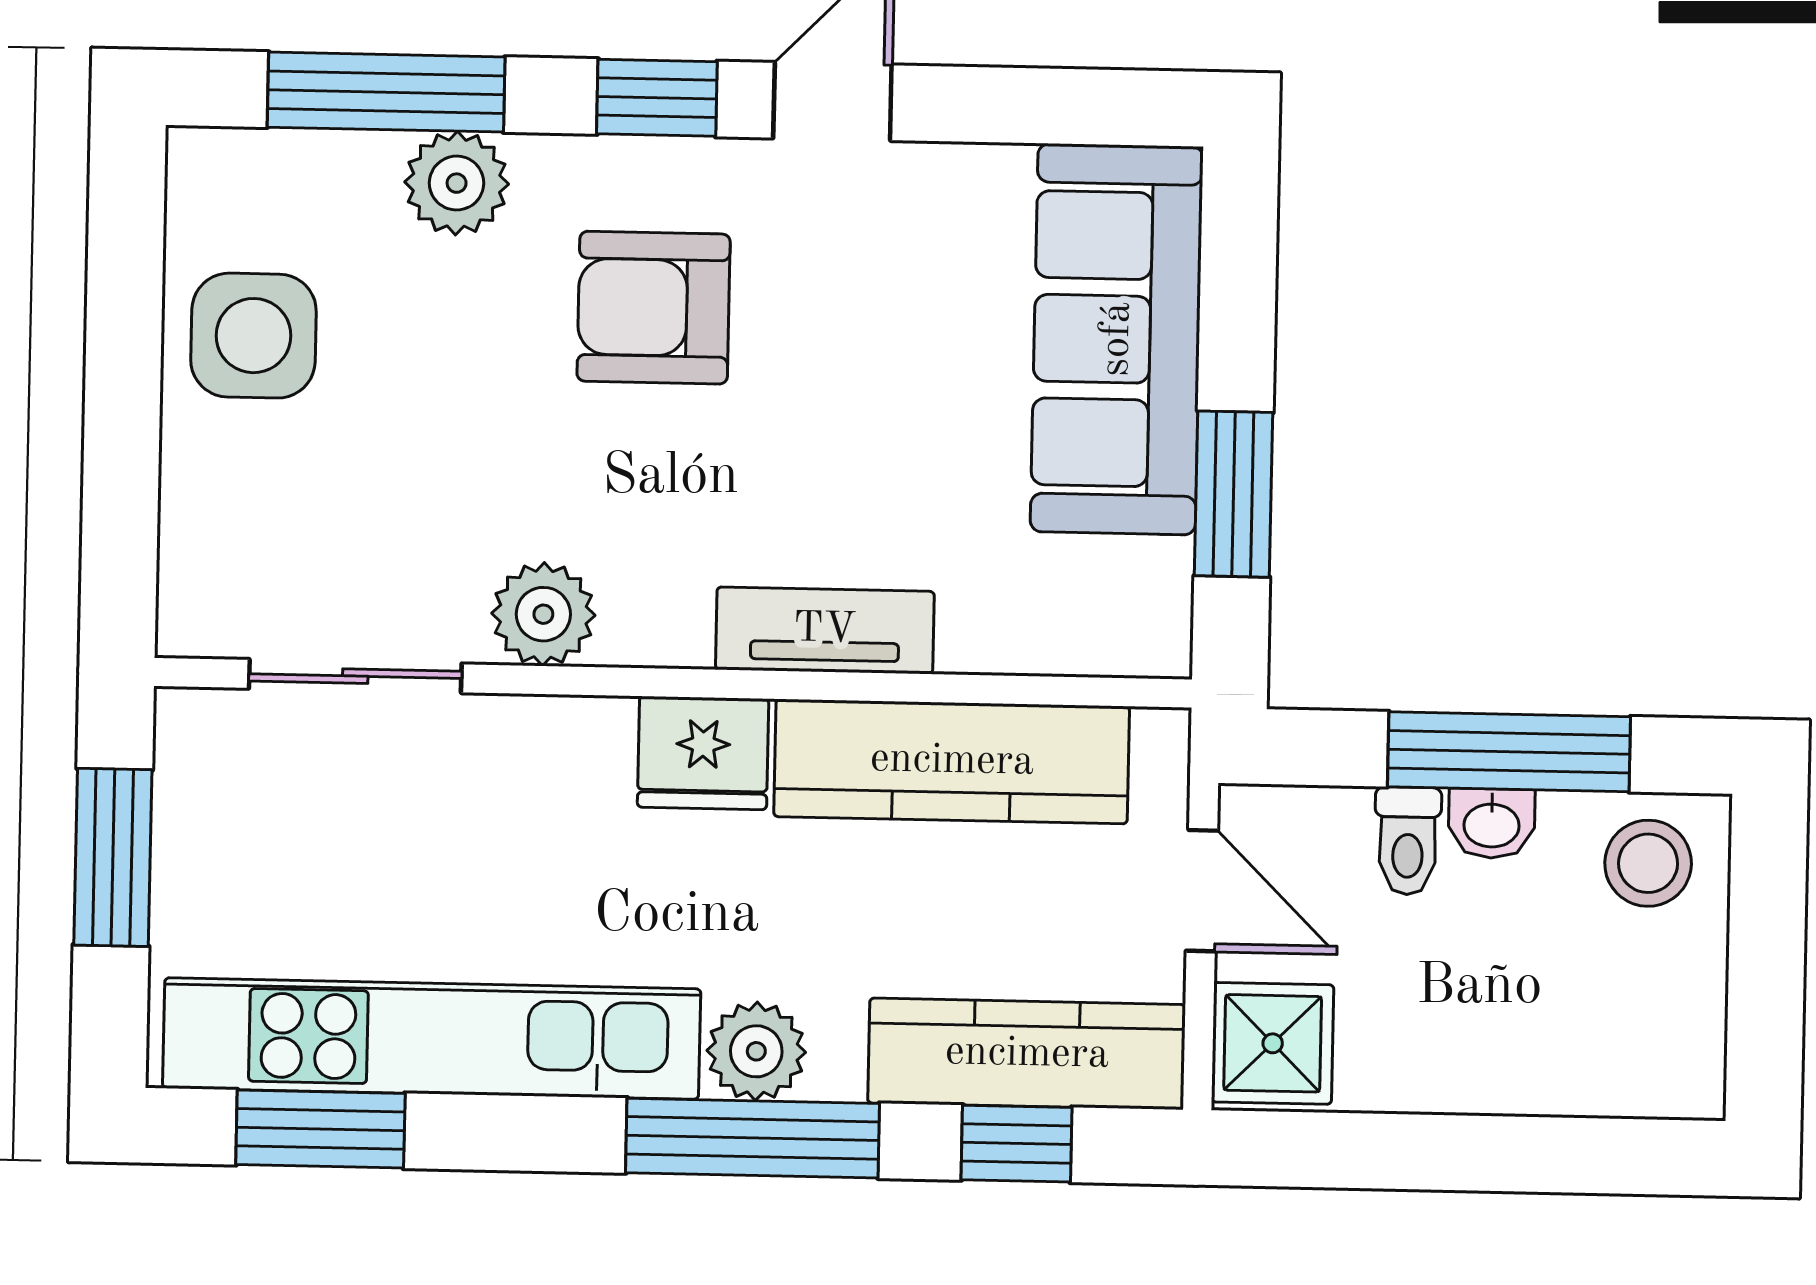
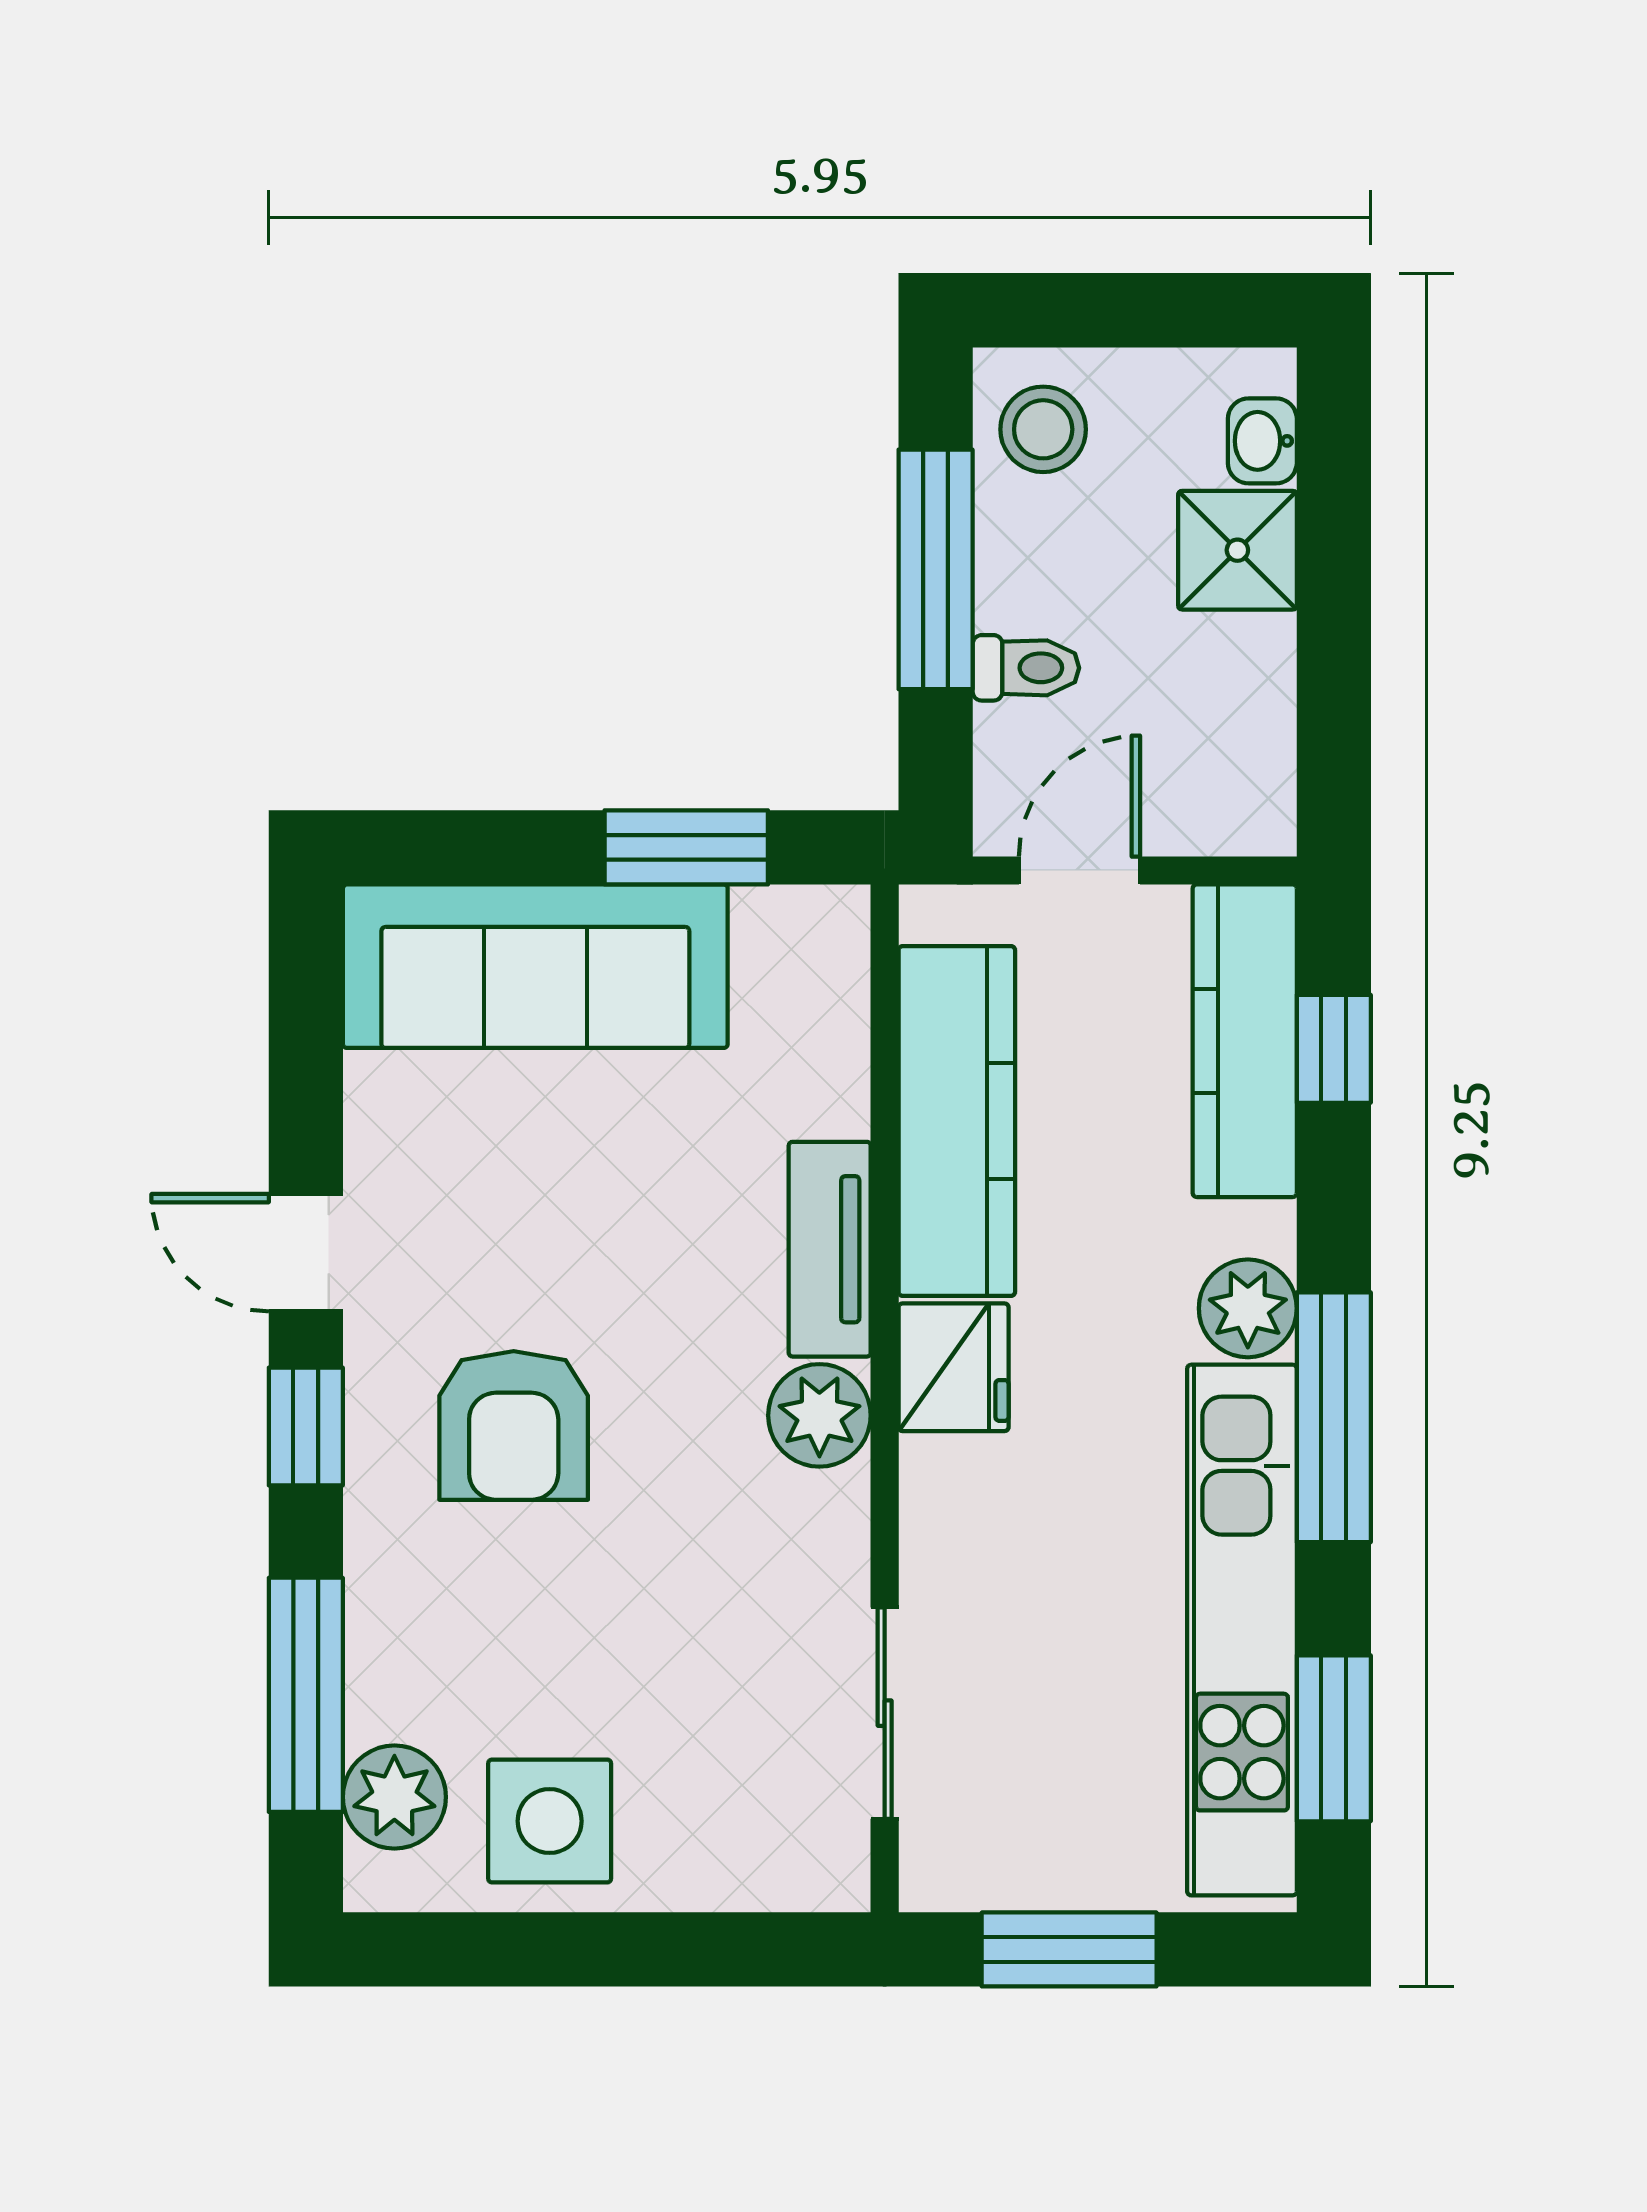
plant: (457, 183) -> (394, 1797), moved
plant: (543, 614) -> (819, 1415), moved
washbasin: (1492, 823) -> (1262, 441), moved, turned 180
shower: (1273, 1043) -> (1237, 550), moved
window: (753, 1138) -> (1334, 1417), moved

